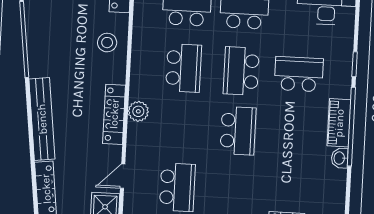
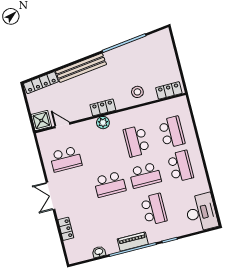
school desk: (184, 68) -> (136, 141), turned 90
school desk: (241, 71) -> (145, 175), turned 180
locker: (114, 114) -> (103, 107), width x0.66
washbasin: (340, 158) -> (99, 252), moved

